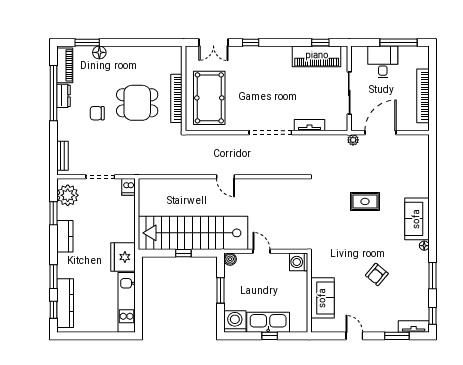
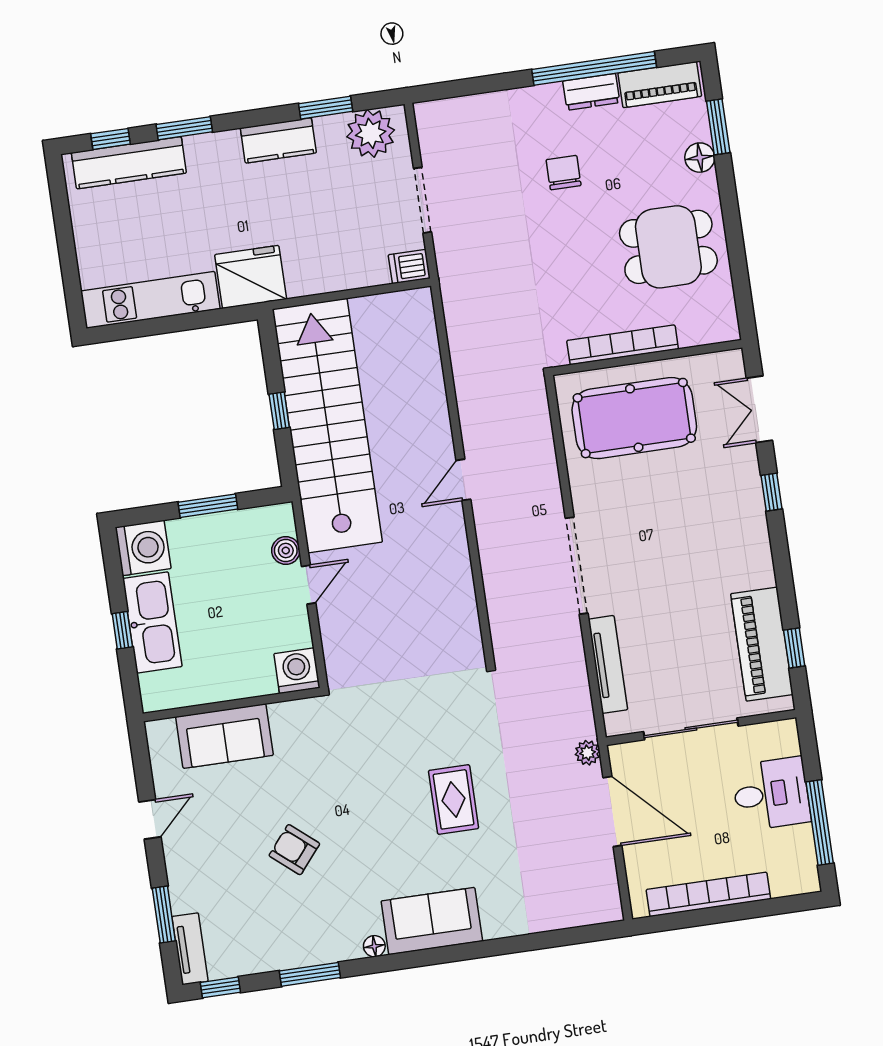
dining table: (137, 103) -> (668, 247), moved, turned 90
tv unit: (310, 125) -> (608, 664), width x1.41
bench: (63, 156) -> (457, 109), removed
boiler: (230, 259) -> (286, 551), moved

